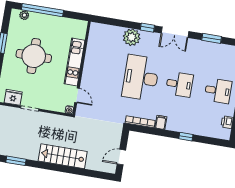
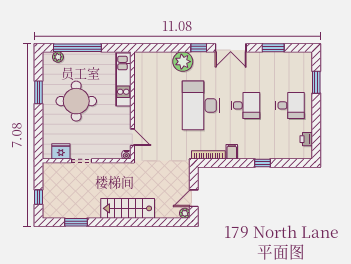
kitchen unit: (75, 62) -> (123, 80), moved
plant: (111, 169) -> (185, 213), added

